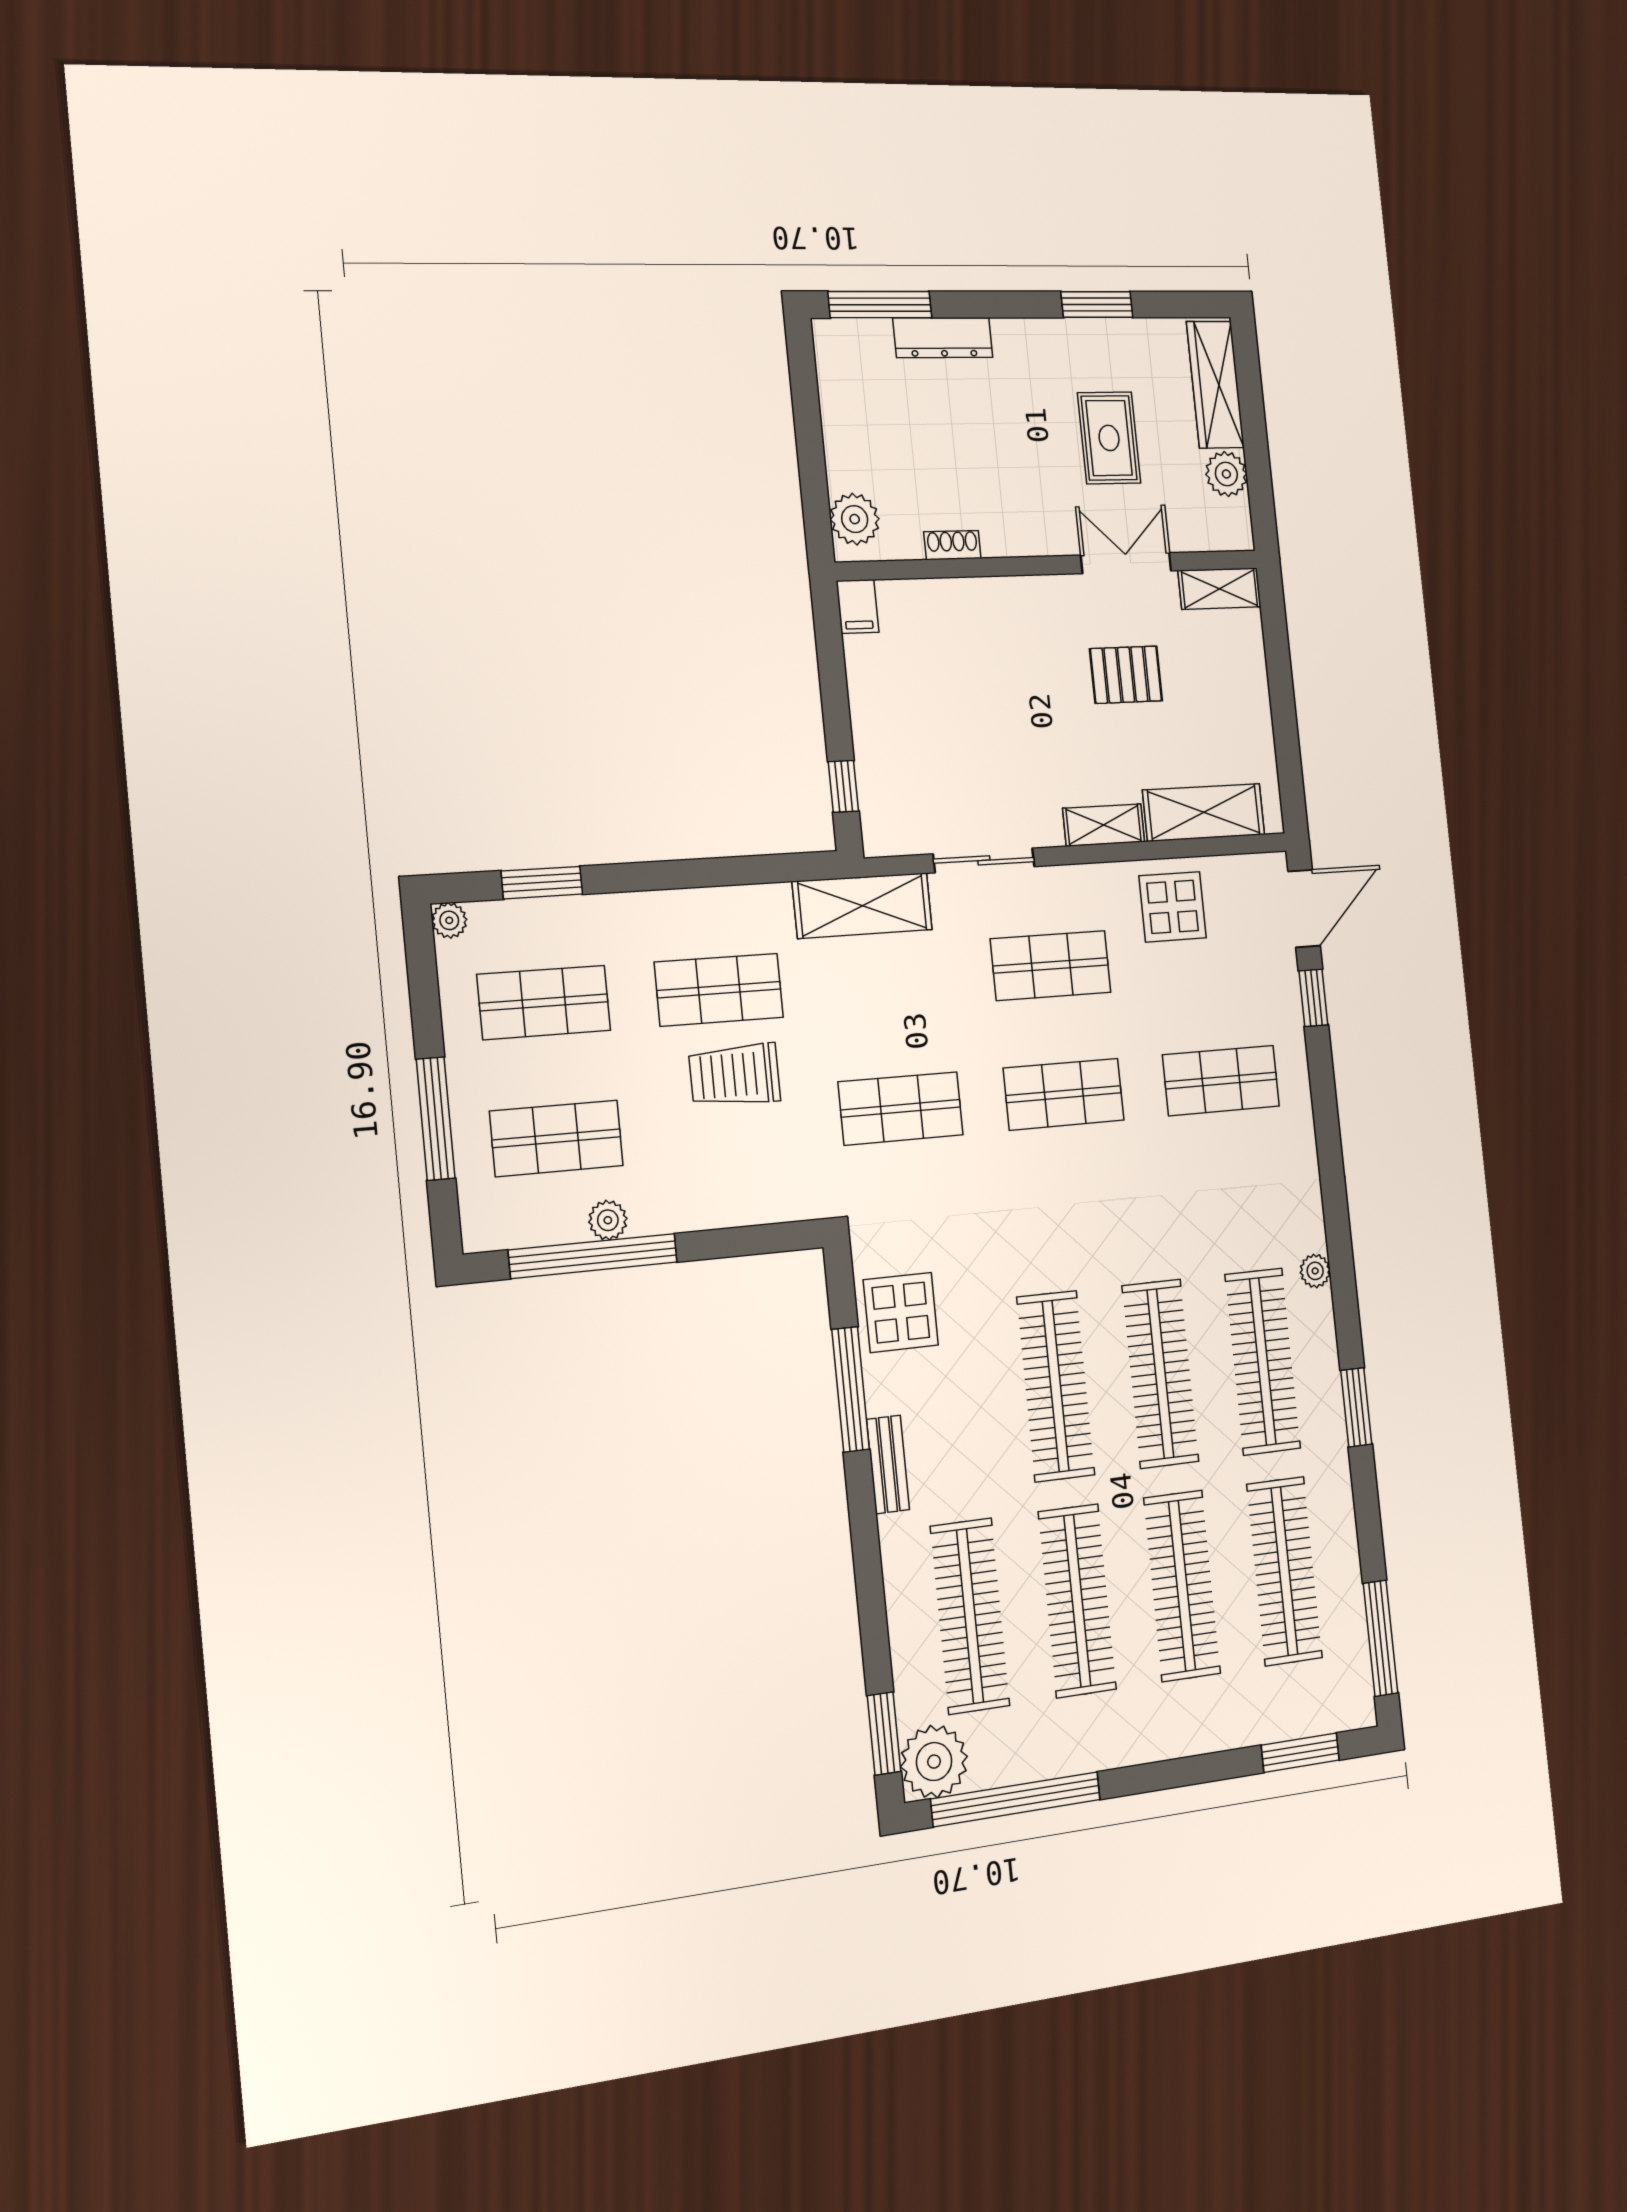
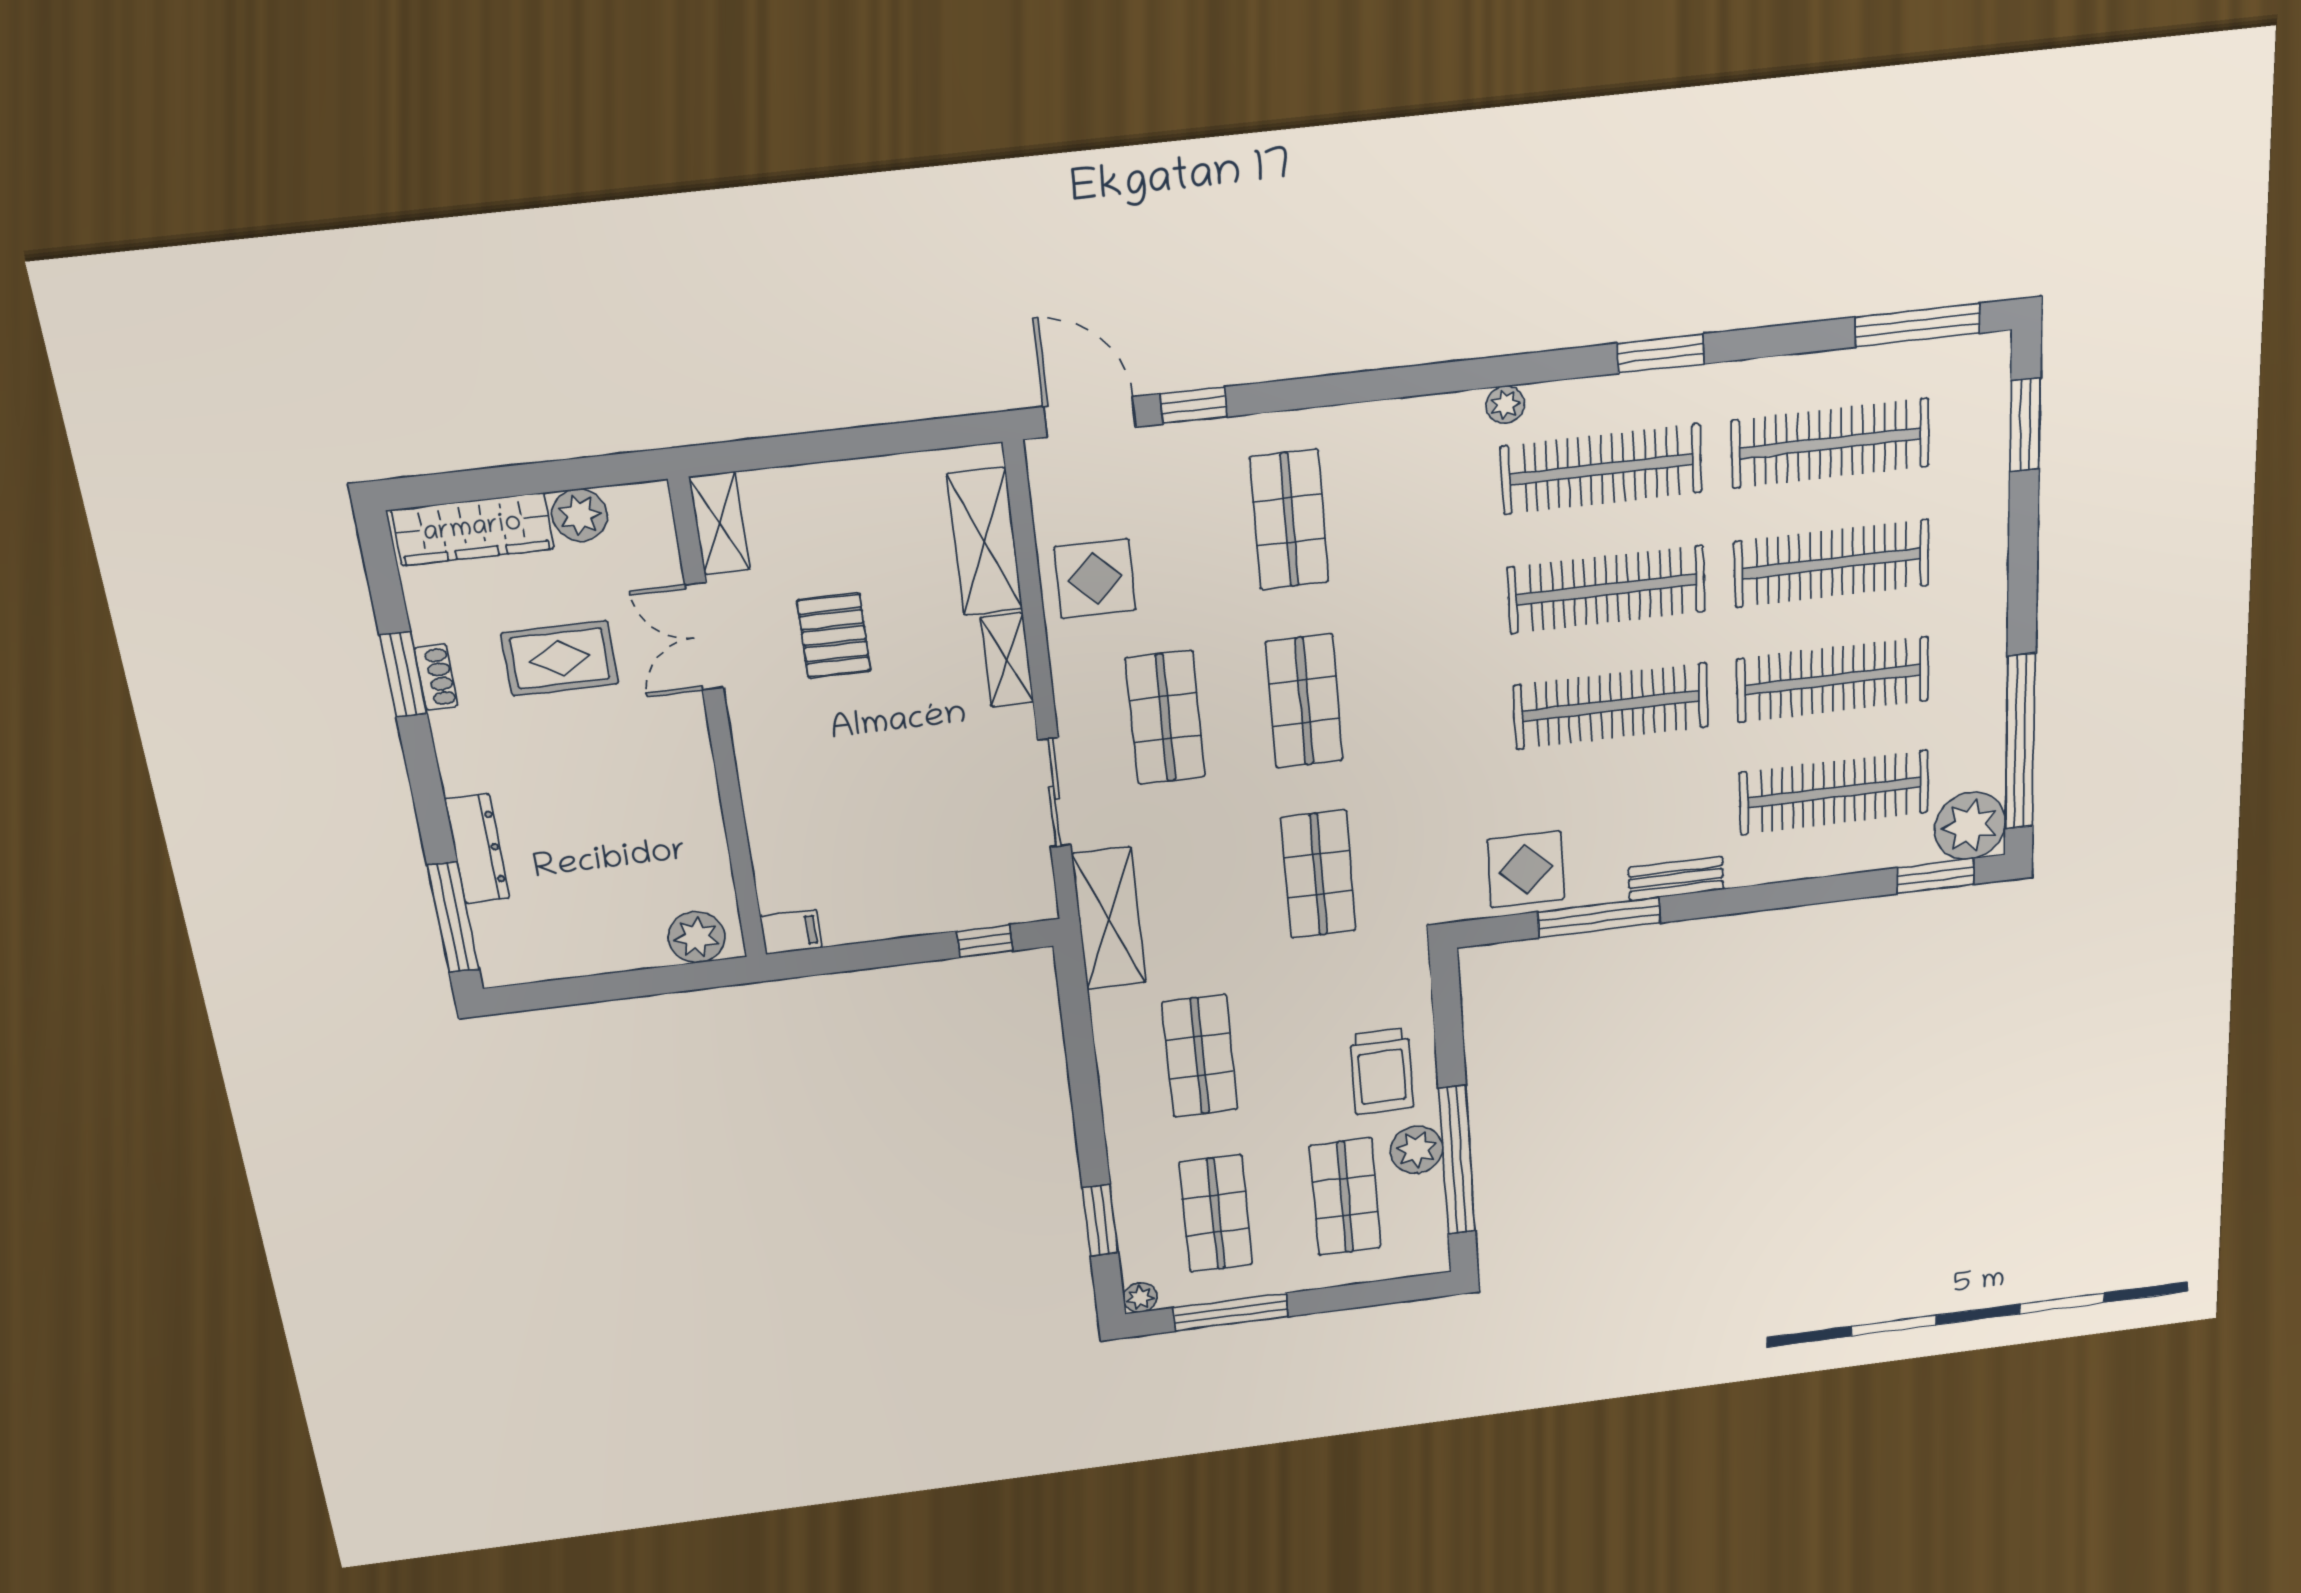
shoe rack: (952, 545) -> (436, 677), moved, turned 180
trolley: (735, 1075) -> (1382, 1071), moved
window: (436, 1119) -> (1231, 1312), moved
plant: (608, 1220) -> (1417, 1150), width x1.38, depth x1.38

